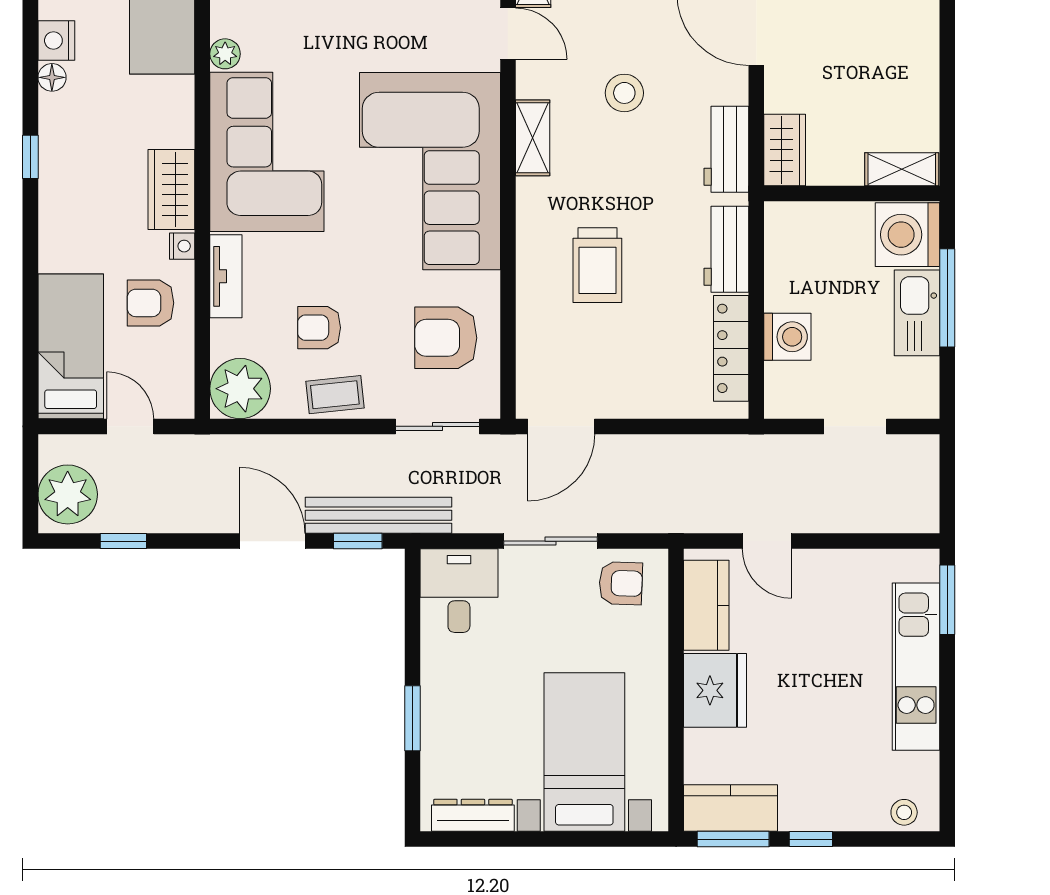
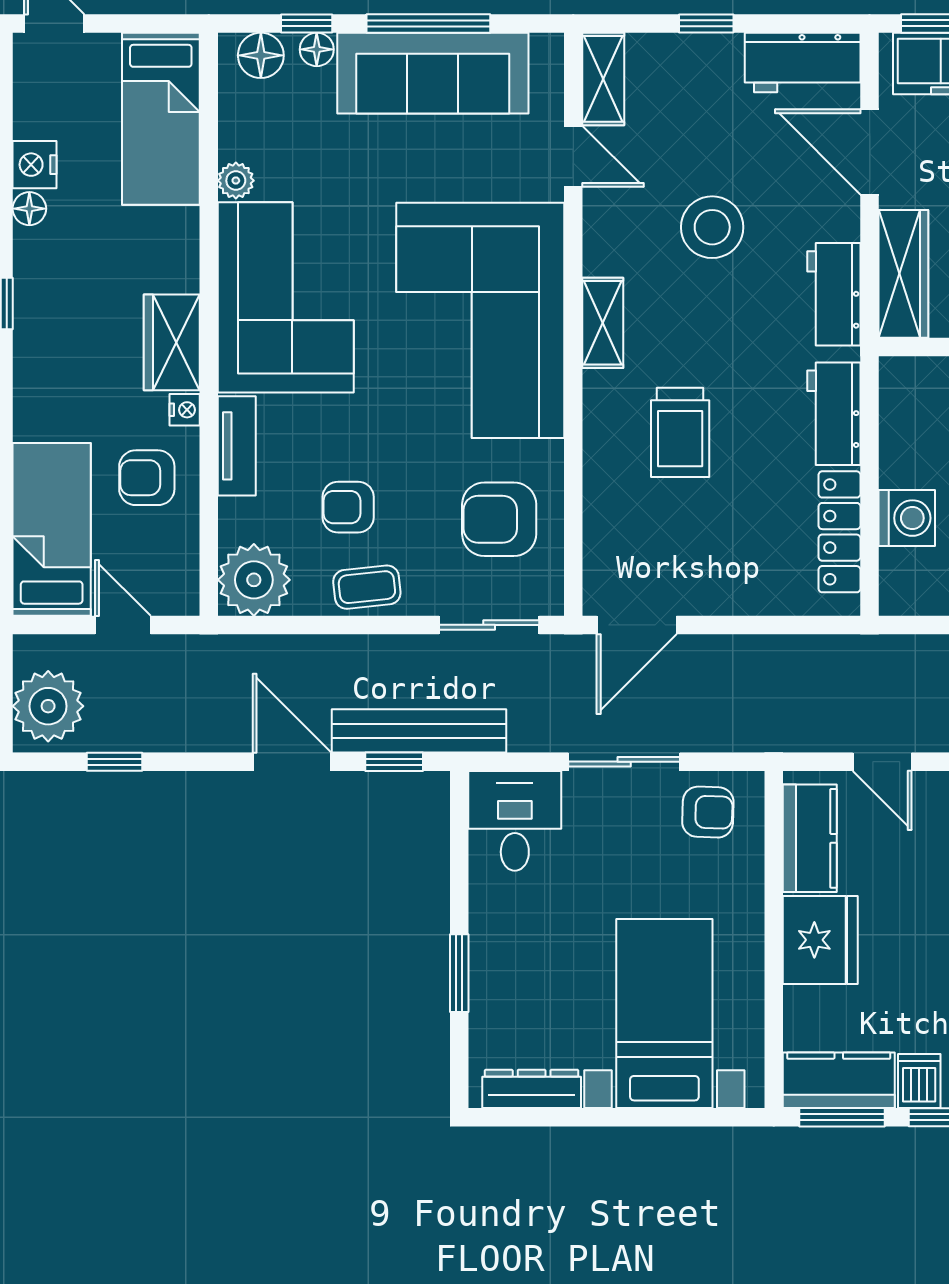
stool: (624, 93) -> (712, 227), width x1.38, depth x1.38
shelving: (533, 138) -> (603, 323), moved
wardrobe: (785, 150) -> (903, 274), width x1.50
dishwasher: (798, 809) -> (919, 1081), added

